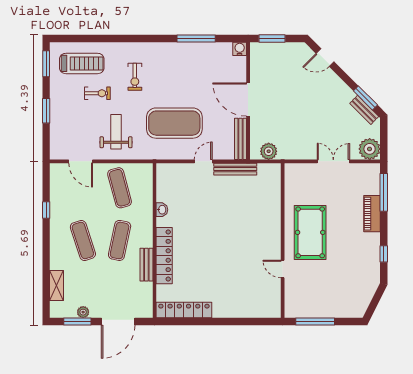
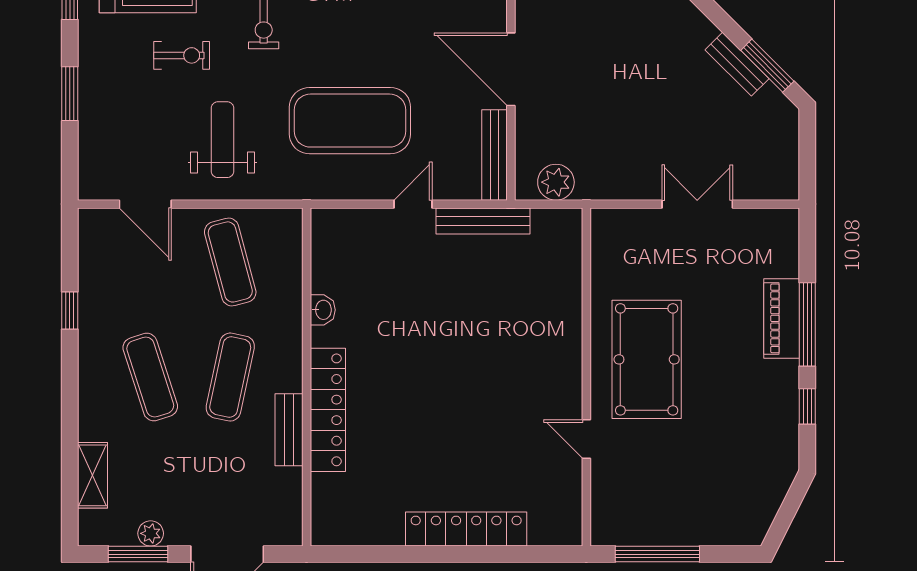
bench: (364, 110) -> (737, 64), moved
plant: (370, 149) -> (776, 177), removed
window: (384, 192) -> (807, 324), moved
locker: (184, 310) -> (466, 529), moved

